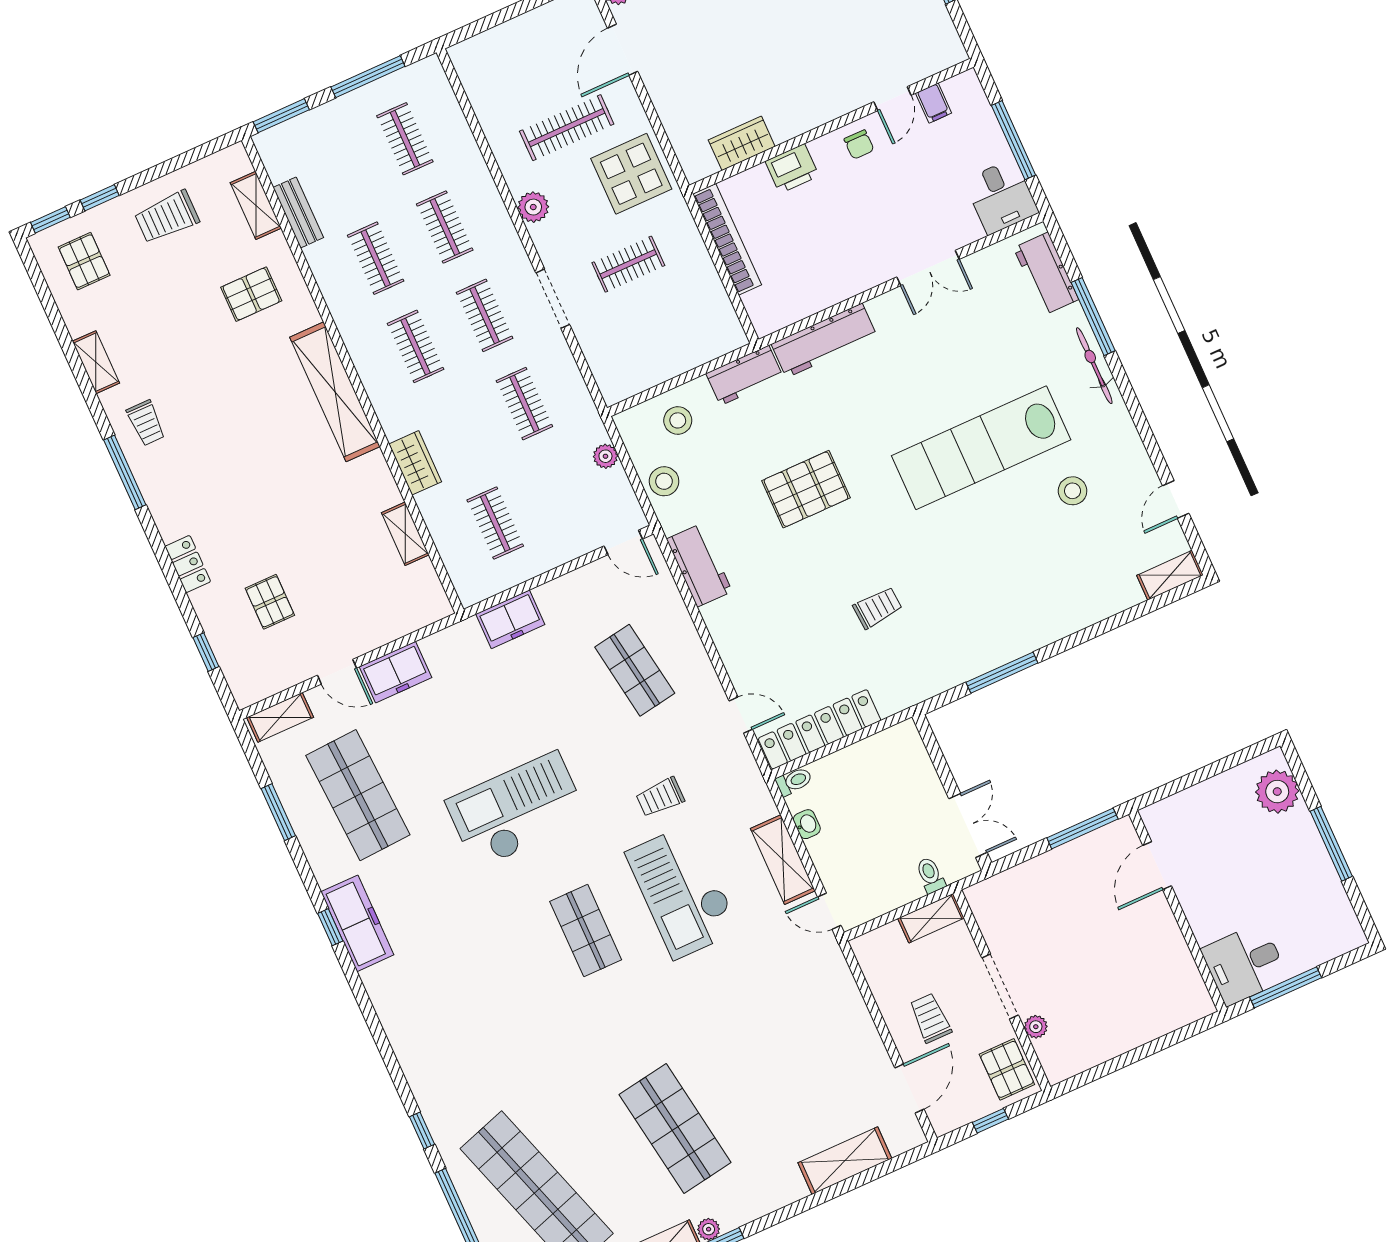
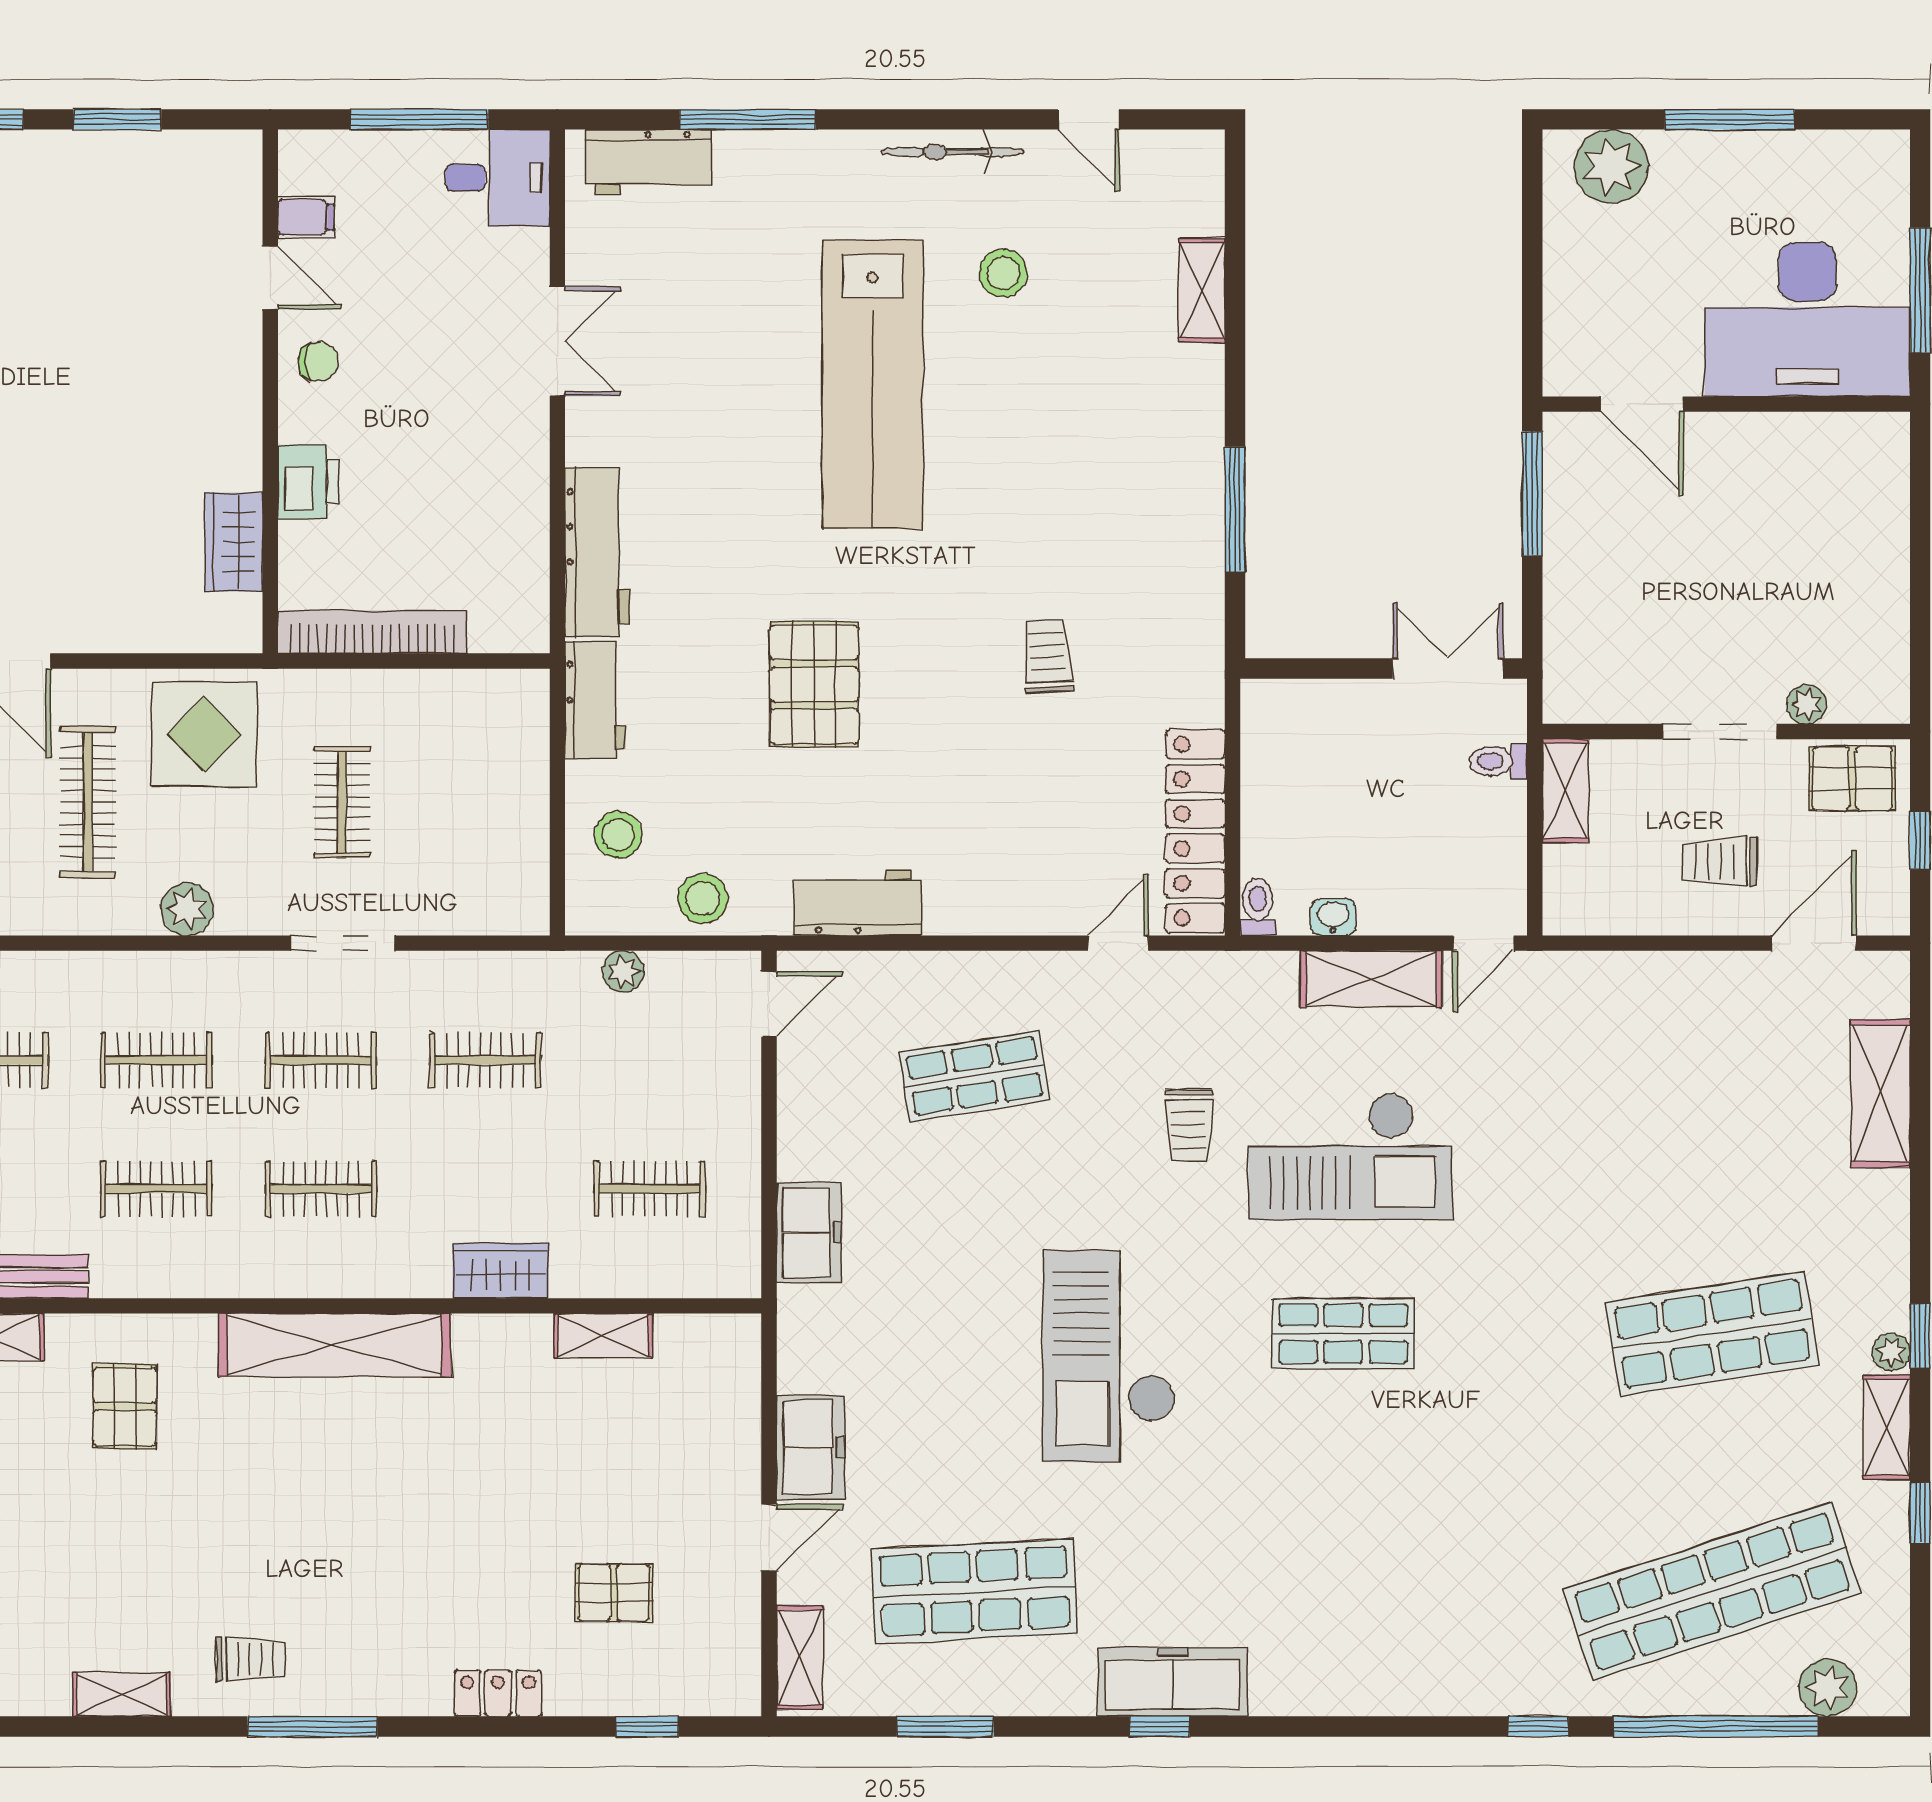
bicycle: (1094, 366) -> (952, 152), moved
shelving: (1170, 575) -> (1202, 290), moved
desk: (1245, 964) -> (1807, 320), width x1.87, depth x1.30
door: (909, 1088) -> (1814, 943), hinge flipped

